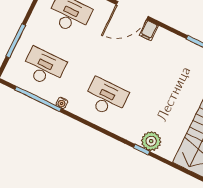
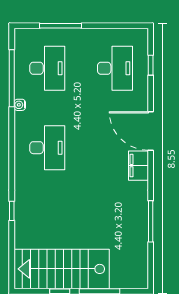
filing cabinet: (149, 30) -> (138, 166), width x2.00
plant: (151, 141) -> (25, 216), removed

